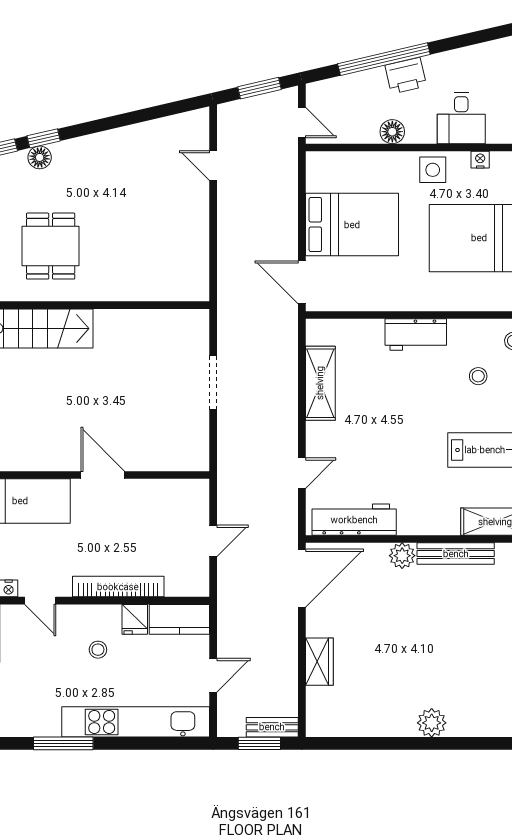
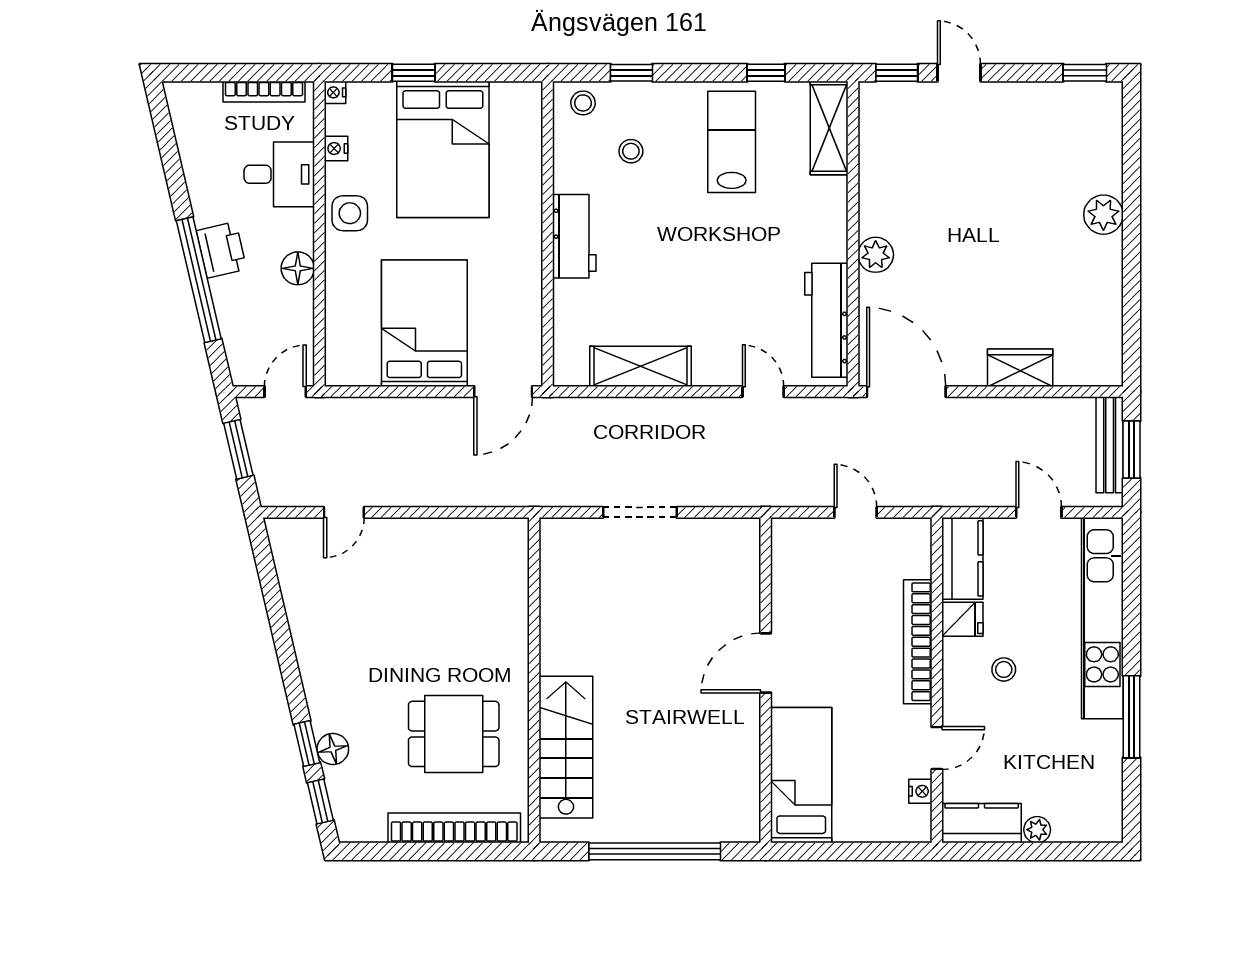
bench: (456, 554) -> (873, 182), removed
bench: (272, 727) -> (1110, 445), width x1.36

